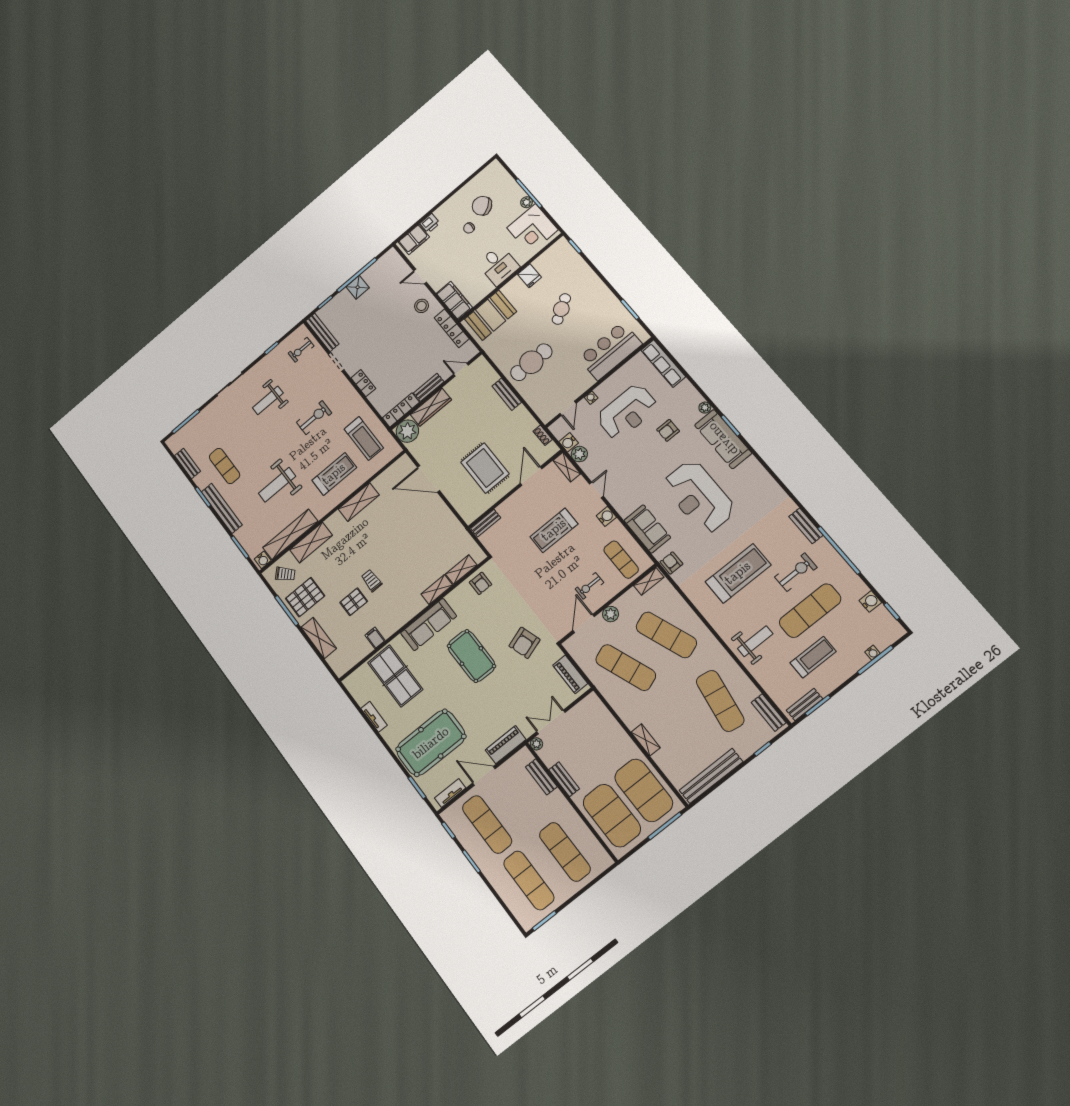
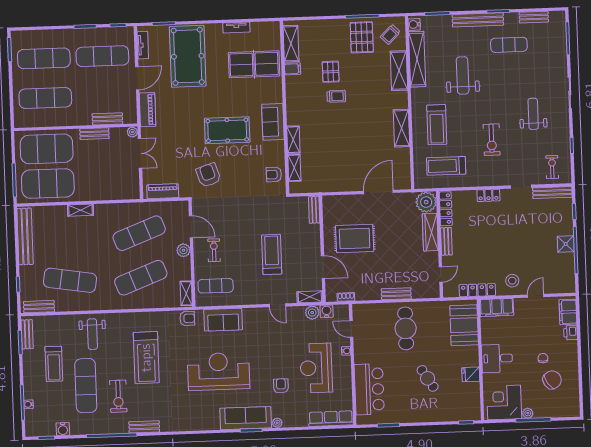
water cooler: (606, 516) -> (254, 298), removed
sofa: (429, 625) -> (273, 122), width x0.73
shelving: (319, 638) -> (291, 44), moved, turned 90

